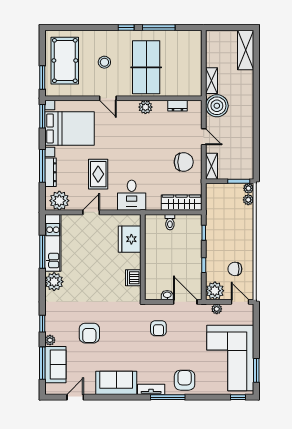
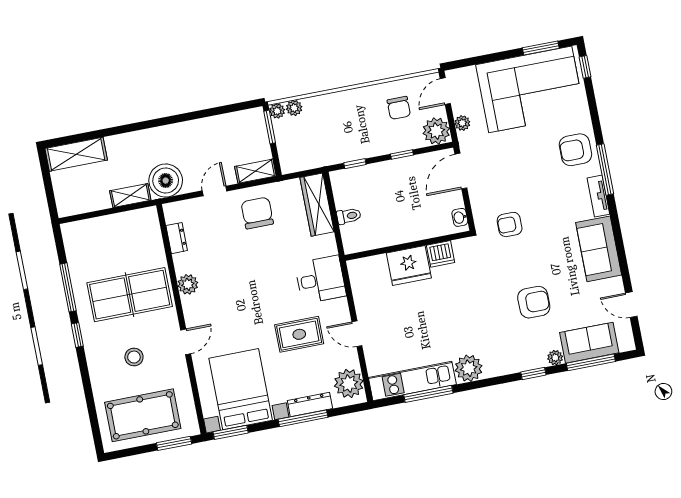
fridge: (130, 239) -> (409, 265), moved
washbasin: (167, 295) -> (460, 217), moved
armchair: (158, 328) -> (510, 224), moved, turned 180

